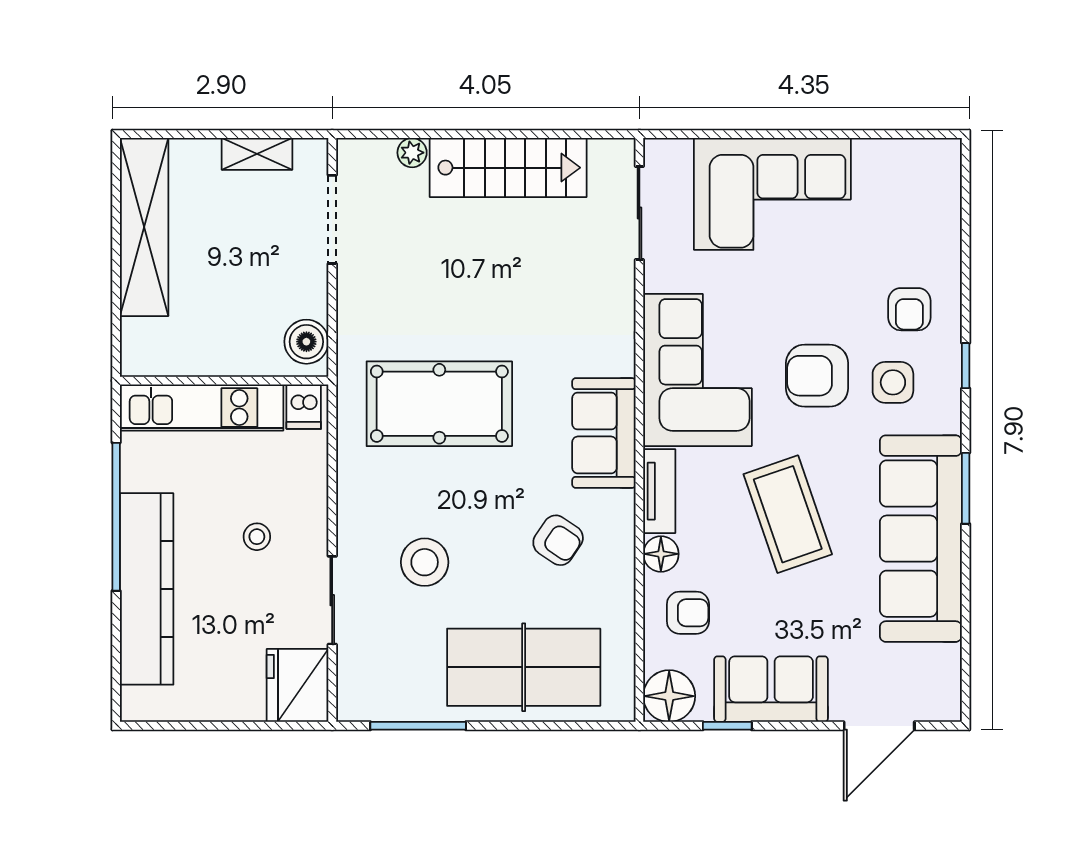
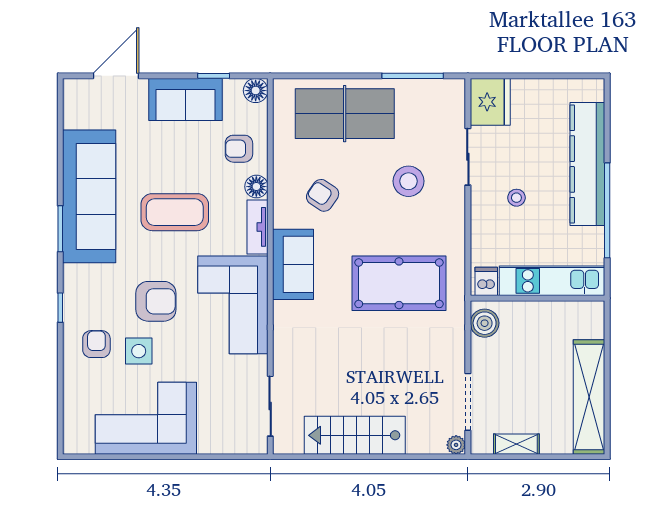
plant: (412, 153) -> (456, 445), moved
corner sofa: (772, 194) -> (146, 418), moved
side table: (893, 382) -> (139, 351), moved
coffee table: (788, 514) -> (175, 212), turned -71
floor lamp: (669, 696) -> (256, 91), width x0.73, depth x0.73

